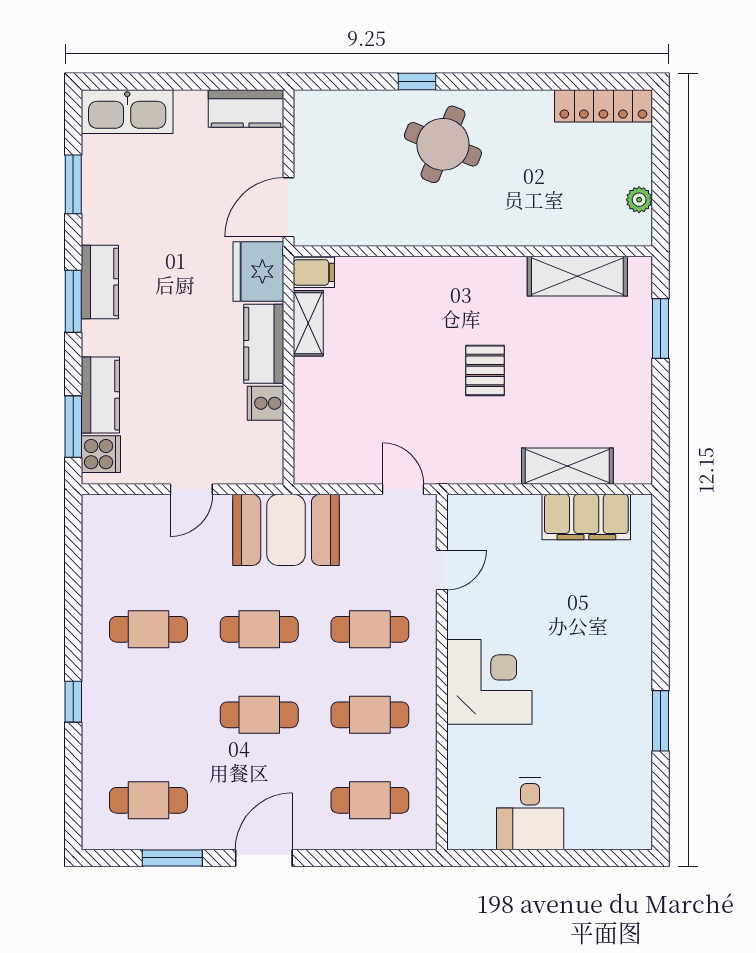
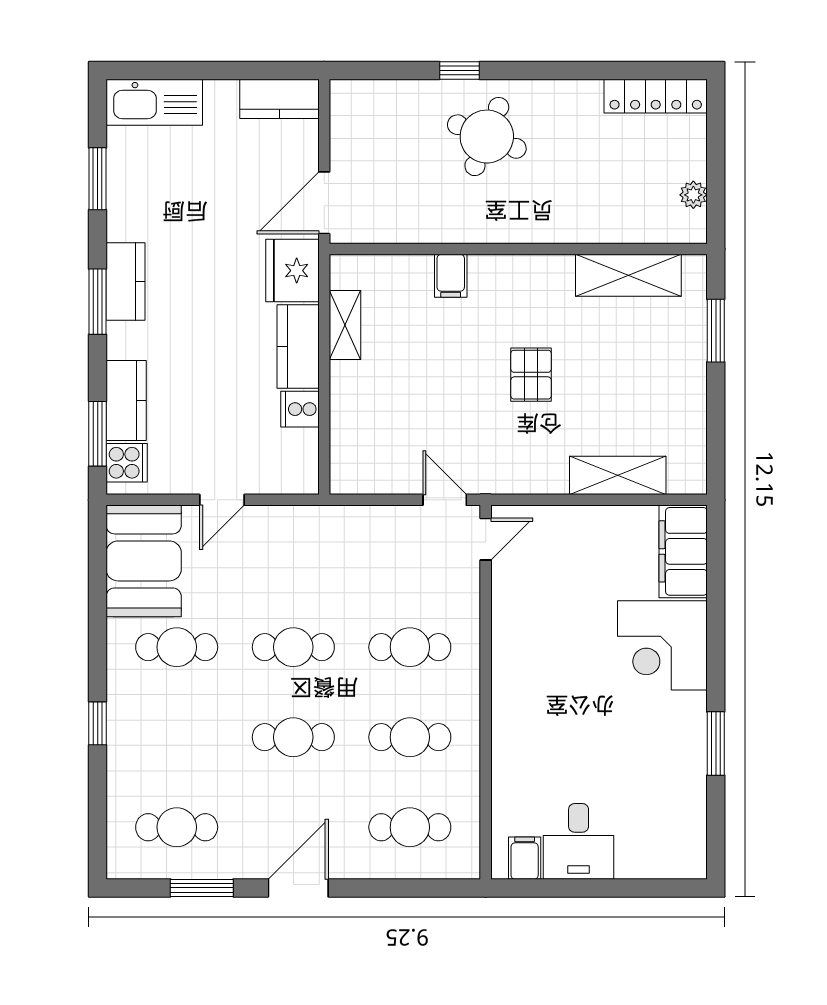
filing cabinet: (314, 272) -> (451, 276), moved, turned 90
filing cabinet: (586, 517) -> (683, 551), moved, turned 90
booth: (286, 530) -> (144, 561), moved, turned 90
door: (442, 570) -> (486, 539), moved
corner desk: (489, 682) -> (662, 645), moved, turned 180
filing cabinet: (479, 830) -> (525, 858), added

